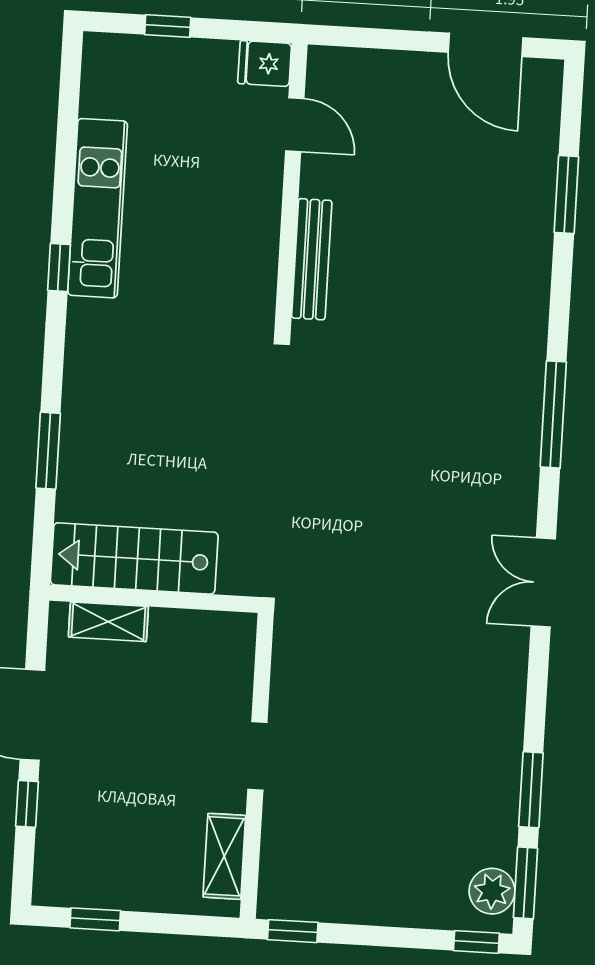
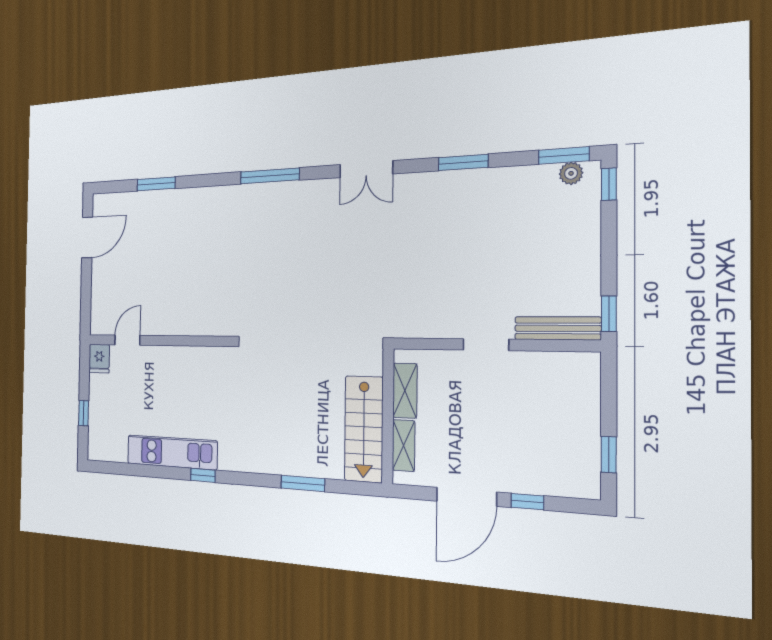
bench: (312, 259) -> (557, 328), moved
window: (531, 790) -> (463, 162), moved
shelving: (224, 856) -> (405, 391), moved, turned 90
plant: (492, 891) -> (571, 173), width x0.73, depth x0.73

